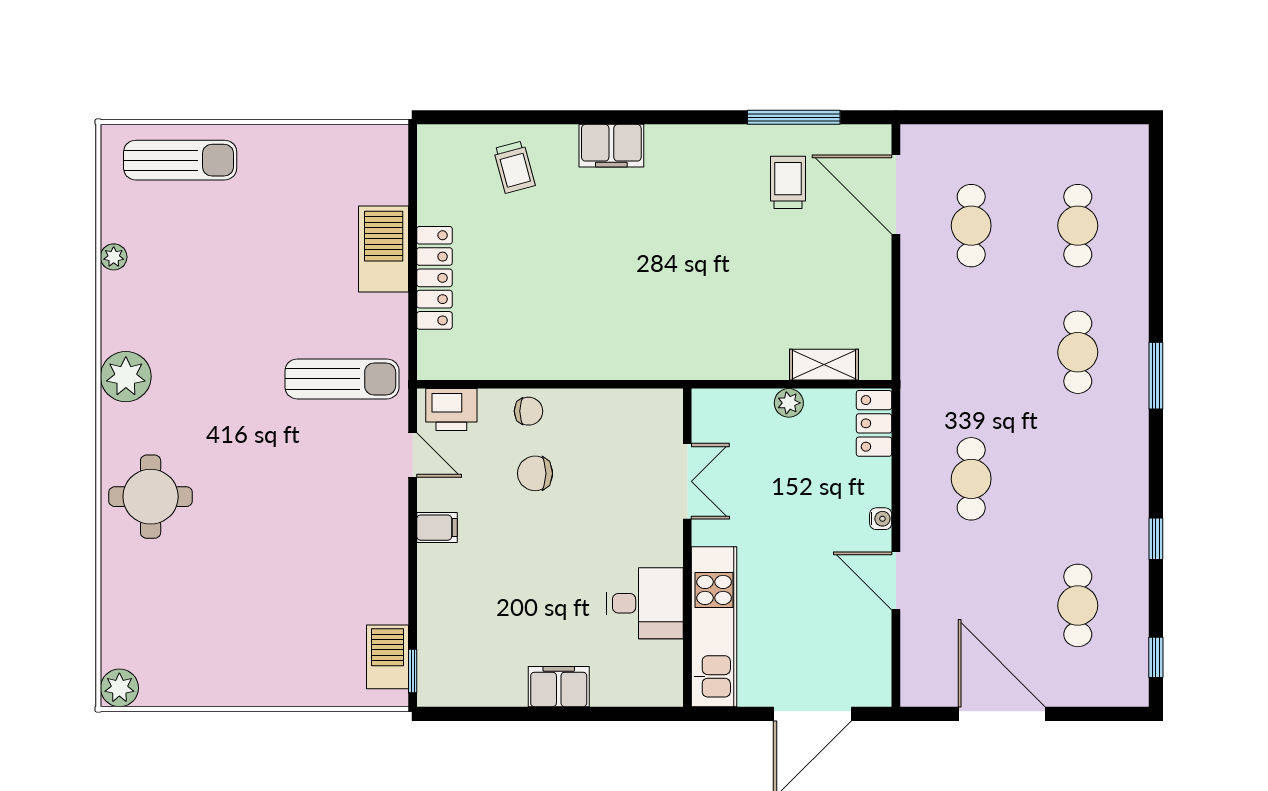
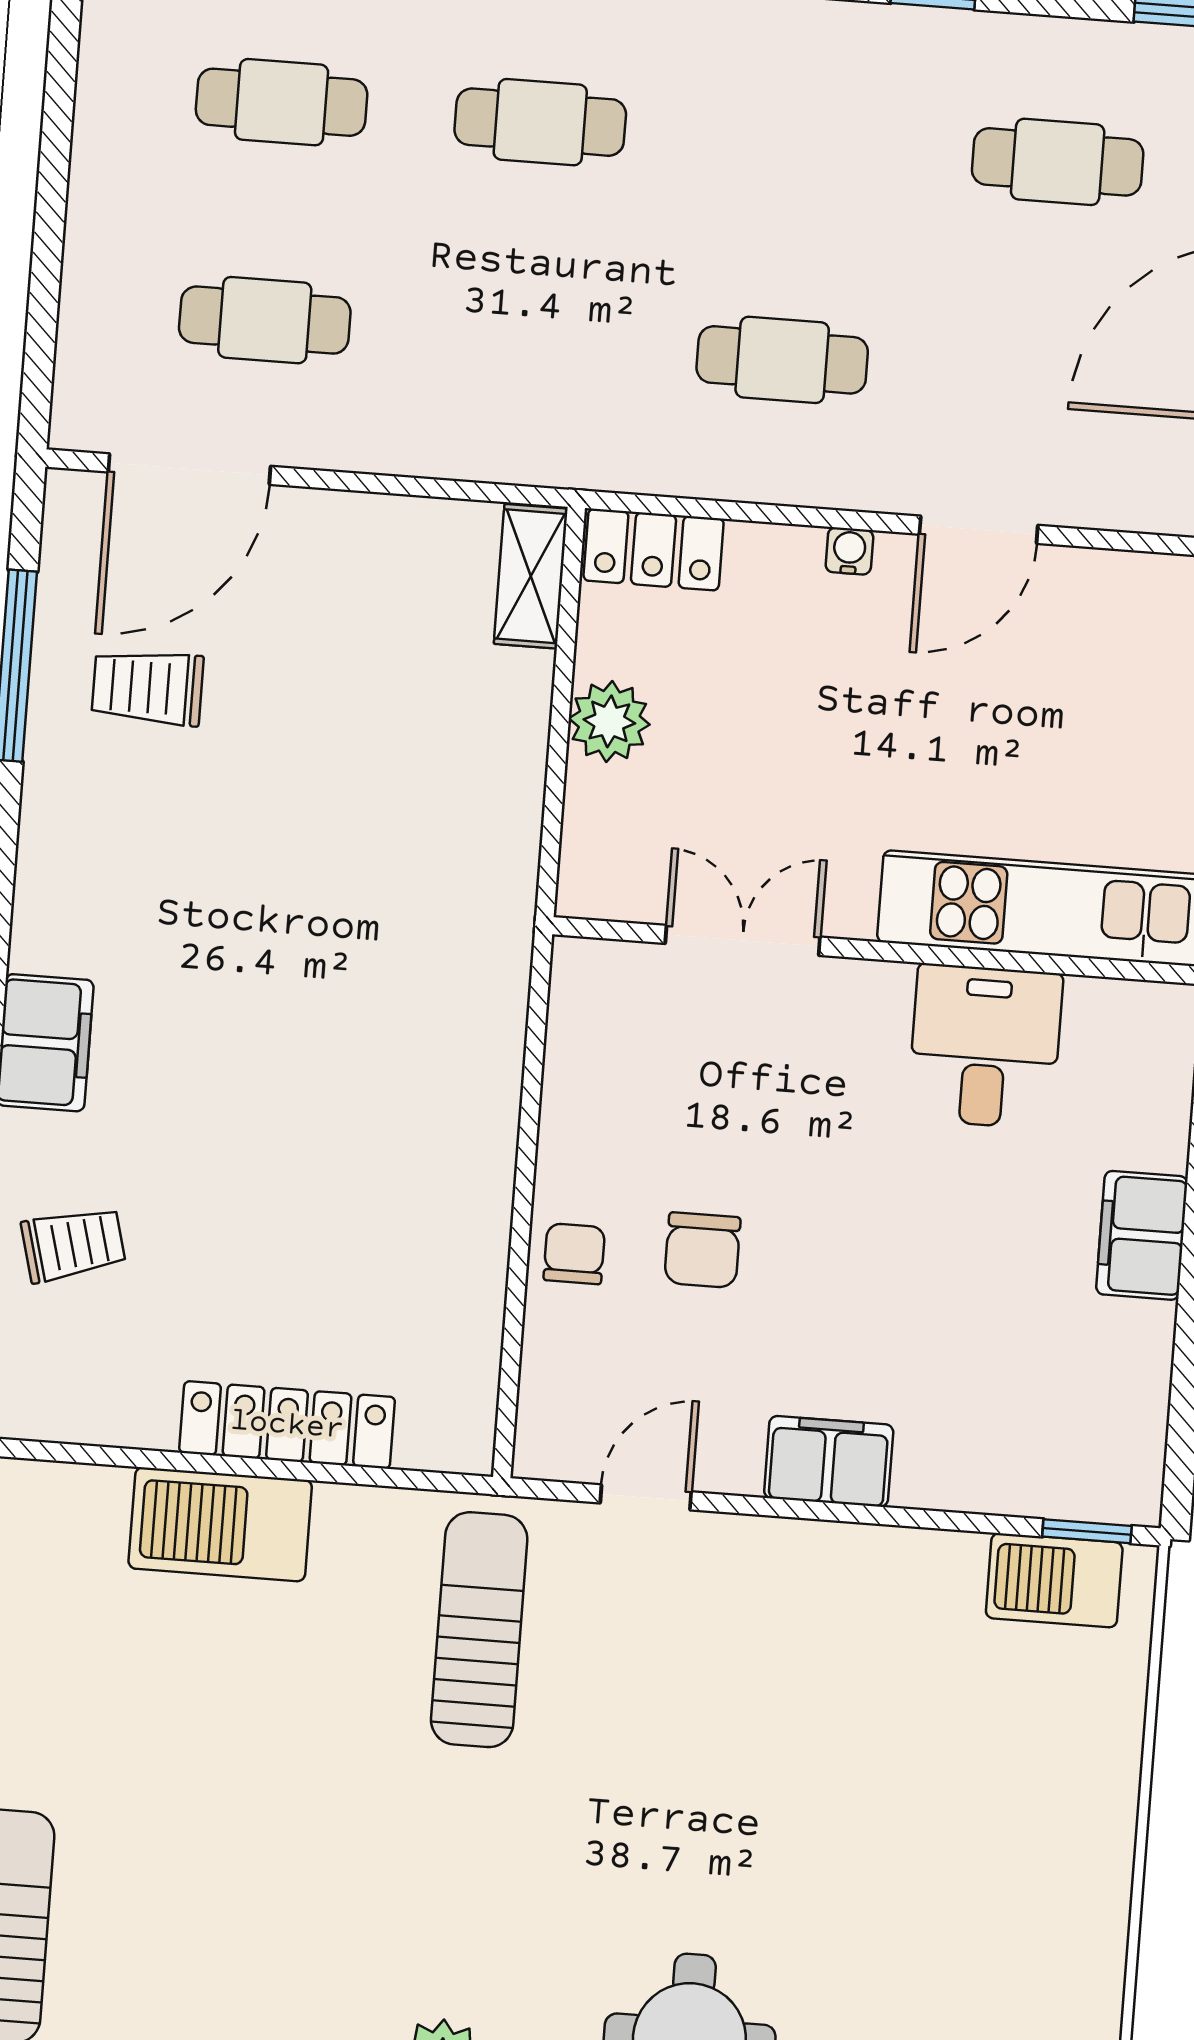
shelving: (824, 365) -> (531, 576), moved
plant: (789, 403) -> (609, 721), width x1.38, depth x1.38
printer: (451, 409) -> (559, 1411), removed
filing cabinet: (437, 528) -> (829, 1461), width x2.00

